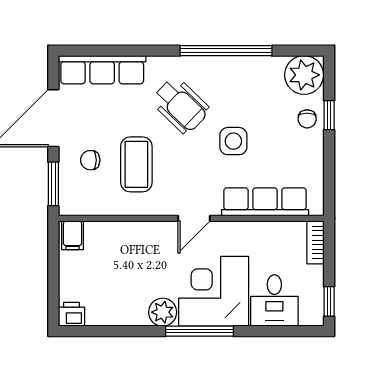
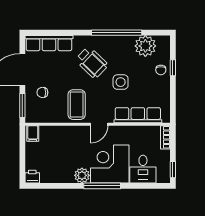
plant: (304, 75) -> (145, 46), moved
coffee table: (136, 164) -> (77, 105), moved

